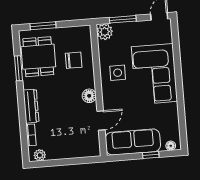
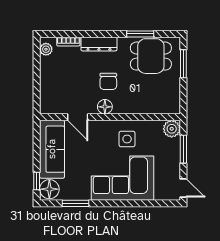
chair: (74, 60) -> (108, 81), moved
window: (182, 116) -> (76, 203), added
floor lamp: (171, 146) -> (49, 189), width x1.89, depth x1.89
window: (151, 155) -> (37, 181), moved

